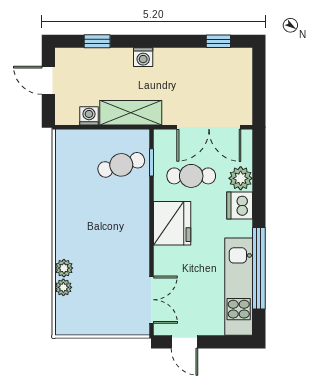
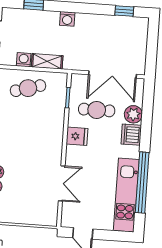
shelving: (131, 113) -> (47, 61), width x0.67, depth x0.75
cafe table: (121, 165) -> (28, 88), moved
fridge: (172, 223) -> (77, 136), width x0.53, depth x0.75
double door: (151, 300) -> (62, 183), moved

